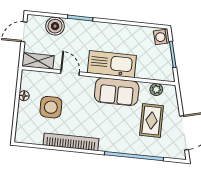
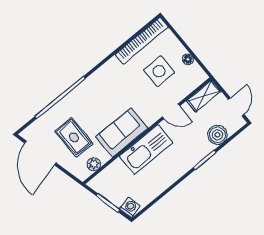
bookcase: (71, 142) -> (142, 41), moved

